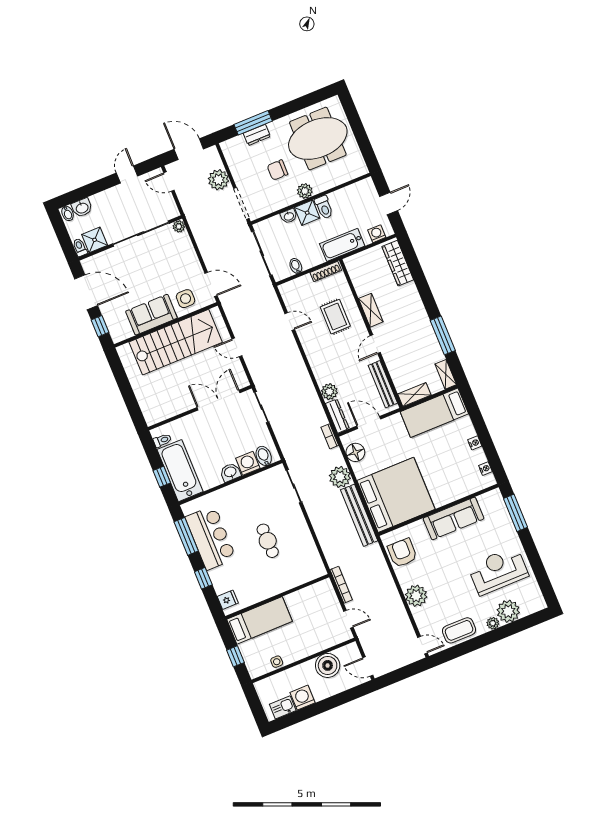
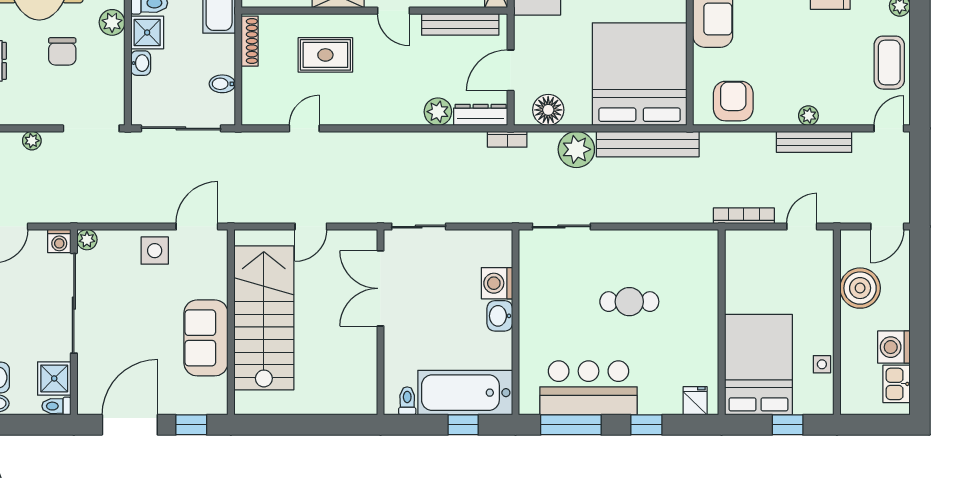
plant: (218, 180) -> (32, 141), width x0.53, depth x0.53
washing machine: (172, 211) -> (59, 241), added
side table: (186, 299) -> (155, 251), moved
bidet: (264, 456) -> (496, 254), removed
armchair: (402, 553) -> (733, 101), turned 89
plant: (416, 596) -> (808, 116), width x0.53, depth x0.53
bench: (398, 607) -> (814, 142), added
bed: (259, 620) -> (758, 365), width x1.50

